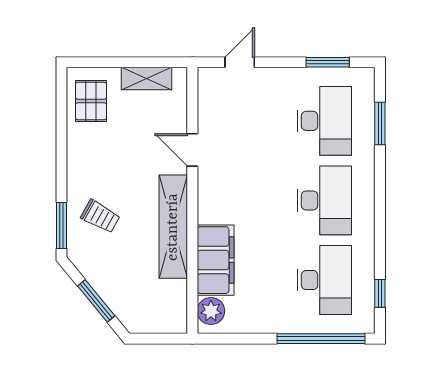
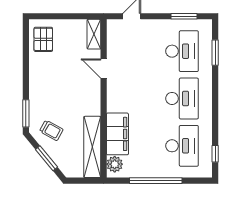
shelving: (146, 79) -> (94, 34), moved, turned 90
trolley: (100, 216) -> (51, 130), moved
shelving: (173, 227) -> (92, 147), moved
window: (321, 339) -> (156, 181), moved

